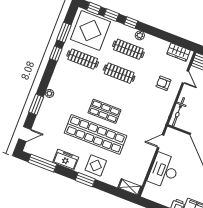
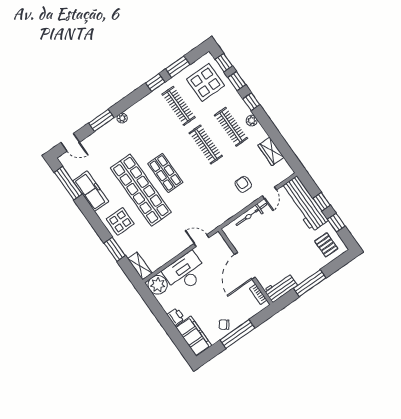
display table: (90, 30) -> (205, 82), width x0.73, depth x0.73
wardrobe: (179, 52) -> (271, 151), moved
bicycle: (178, 112) -> (251, 215), moved
freezer: (66, 160) -> (91, 191), width x1.40
window: (85, 180) -> (115, 249), moved
plant: (151, 192) -> (158, 285), added

